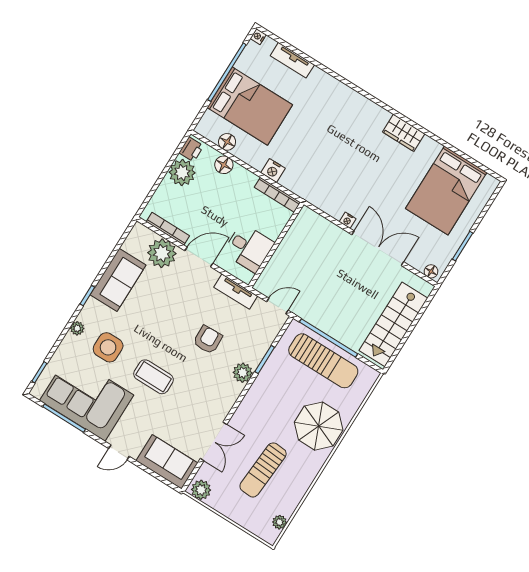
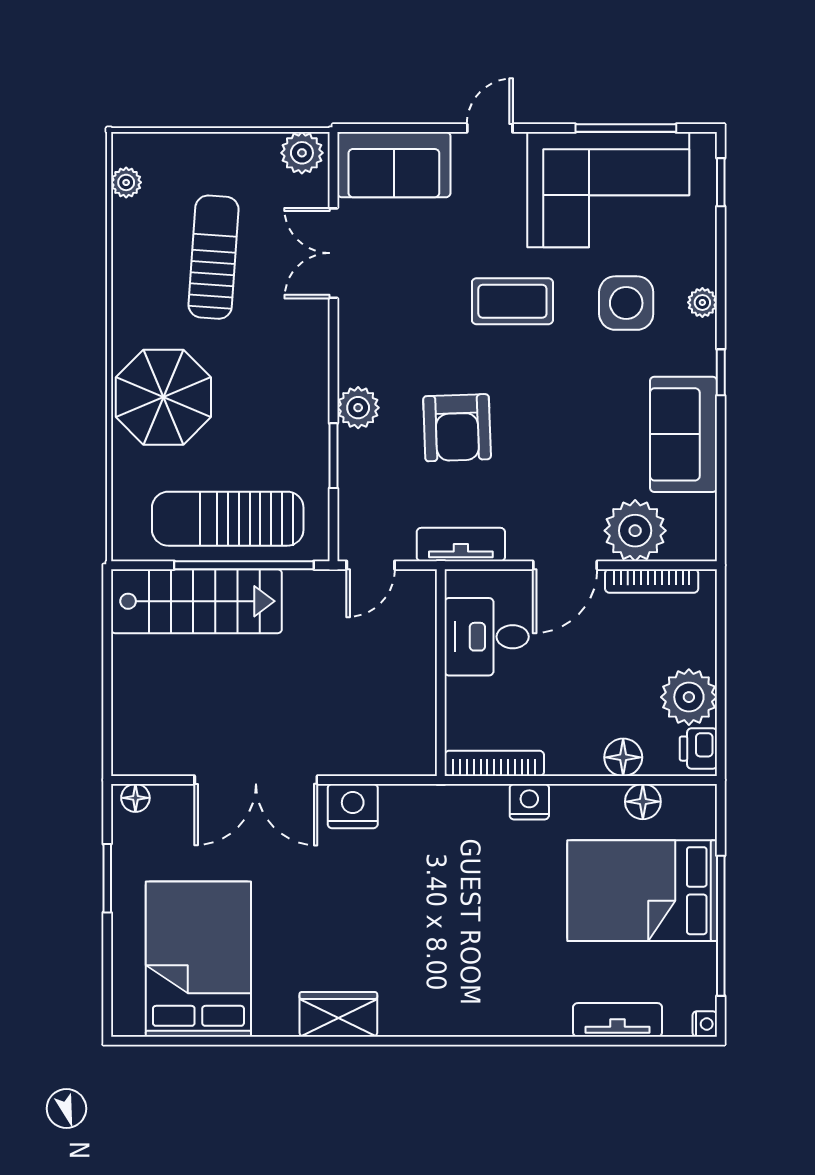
nightstand: (348, 220) -> (353, 806), width x1.89, depth x1.79
stairs: (393, 324) -> (196, 601), moved, turned 90
armchair: (208, 340) -> (457, 428), width x1.38, depth x1.38

